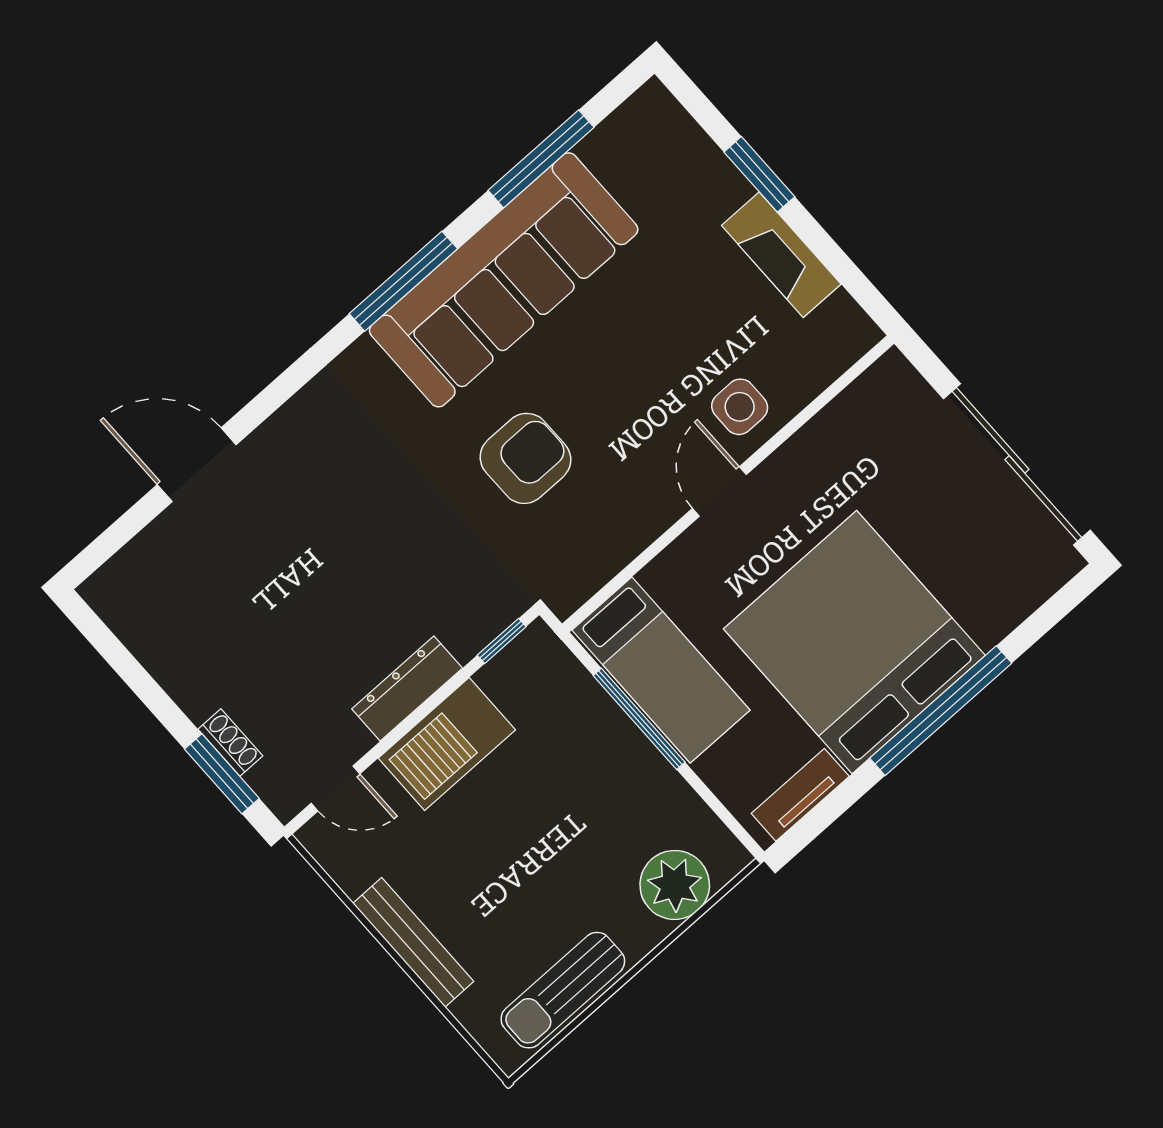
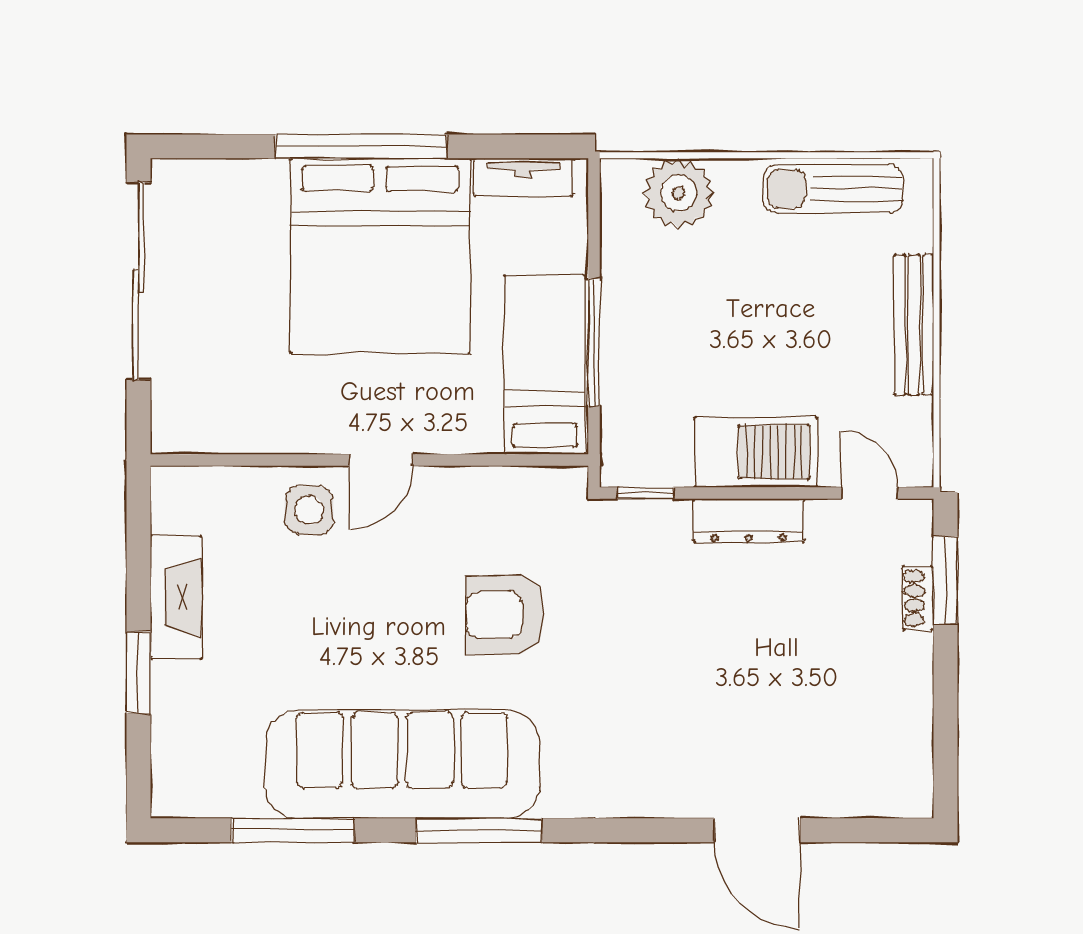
sun lounger: (563, 990) -> (833, 189), turned 180

